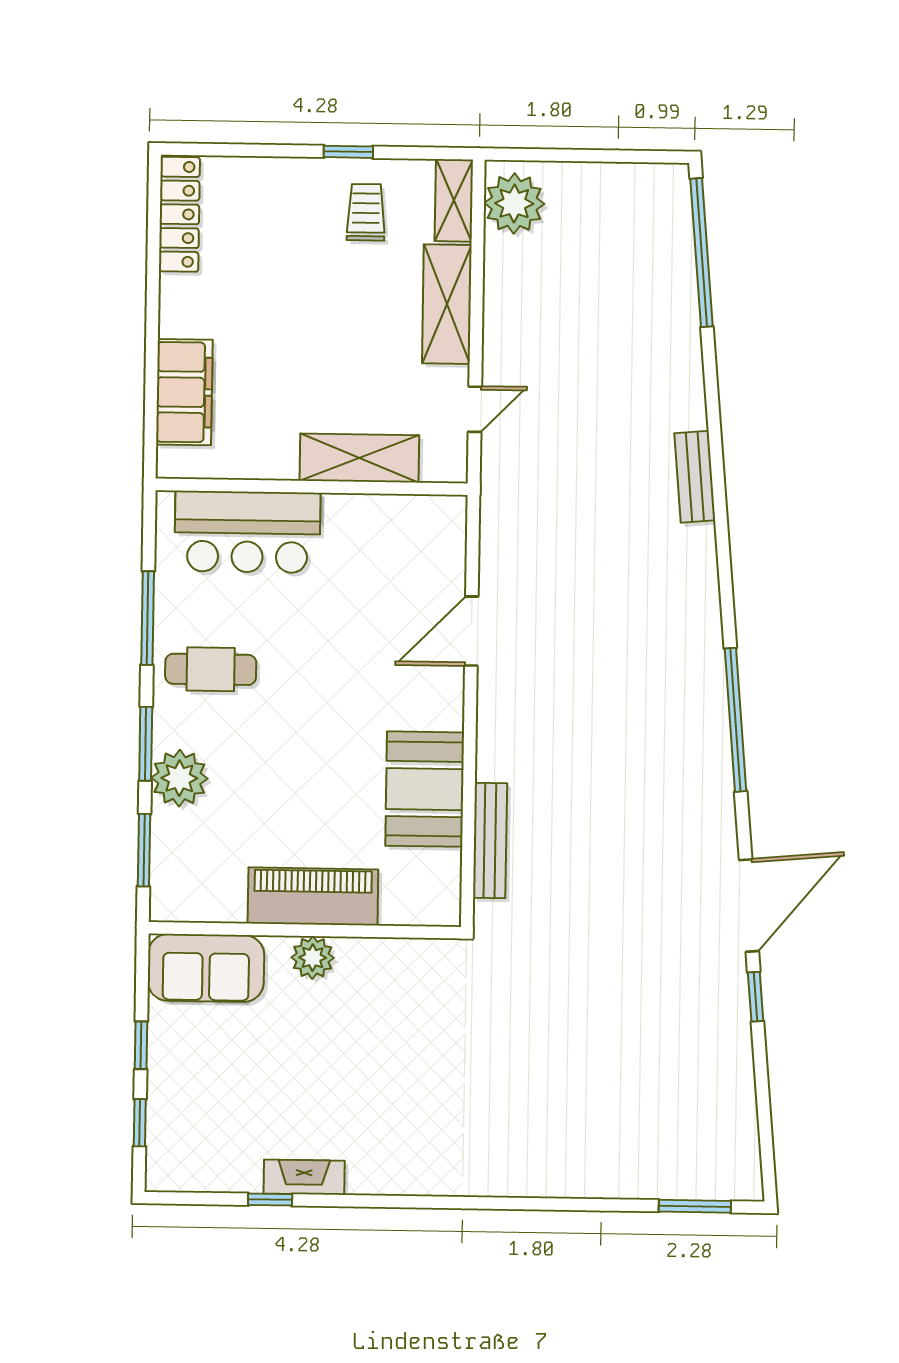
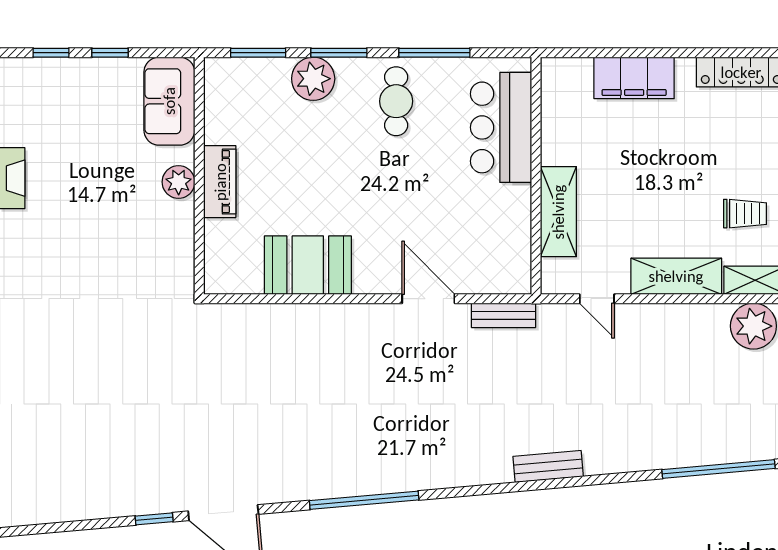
filing cabinet: (184, 392) -> (634, 78), moved
bench: (490, 840) -> (504, 315), moved, width x0.73
piano: (313, 896) -> (220, 182), width x0.73, depth x0.75

